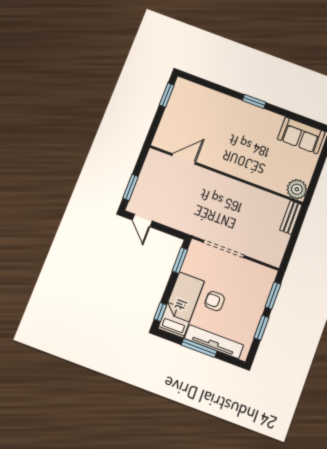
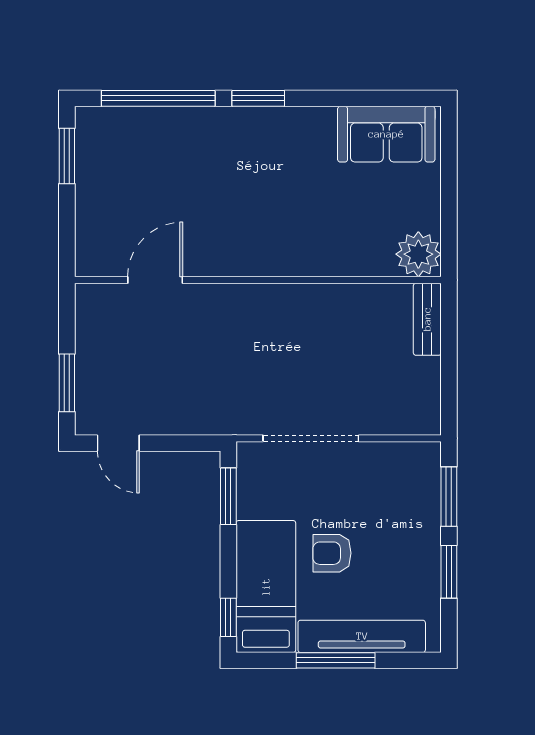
window: (213, 86) -> (158, 98), added

